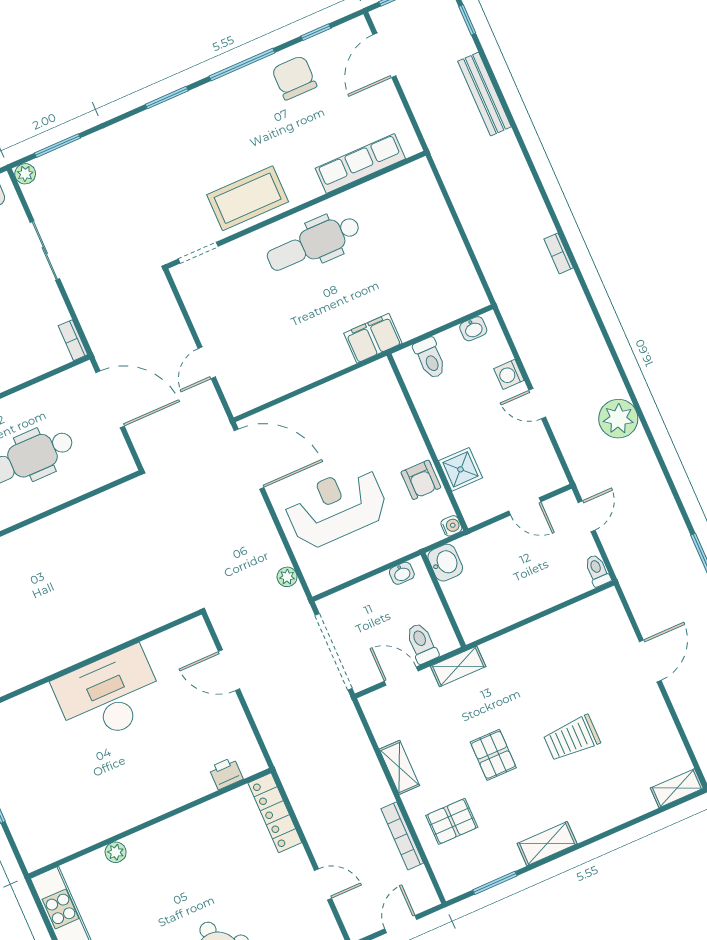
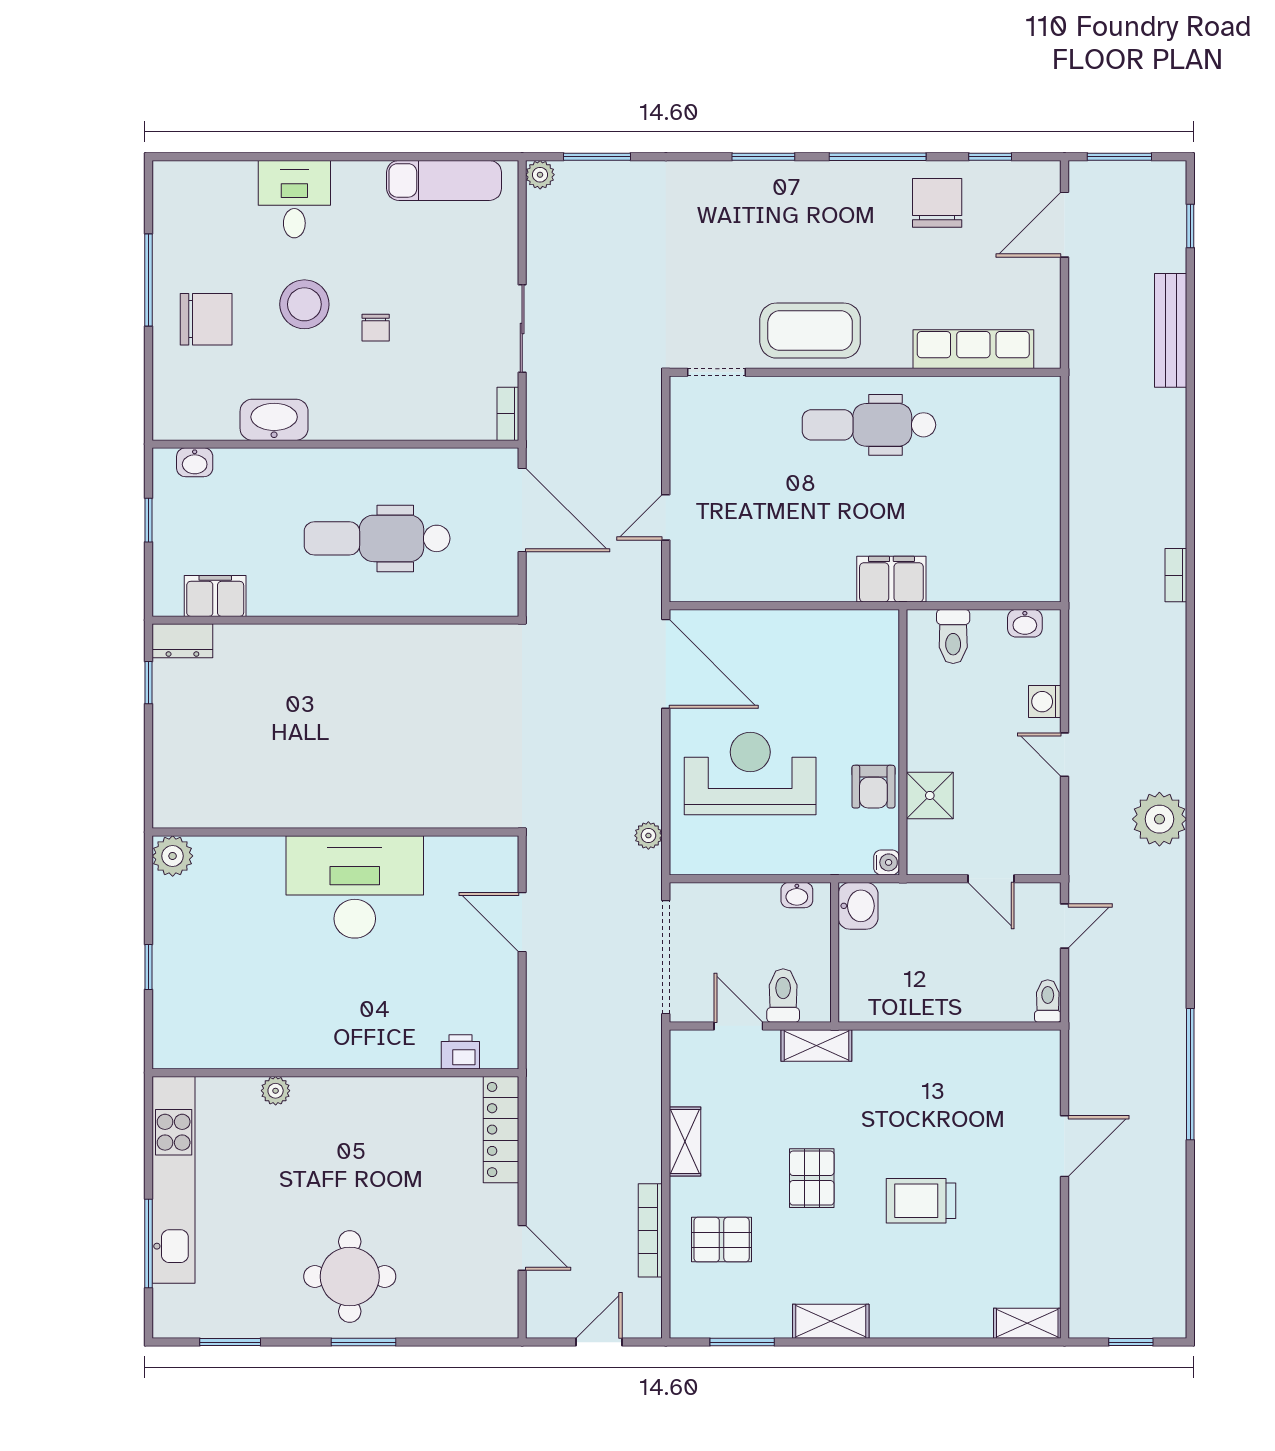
sliding door: (45, 251) -> (522, 329), moved

